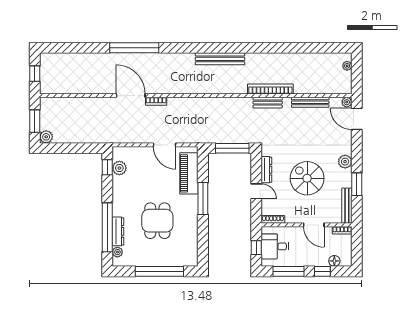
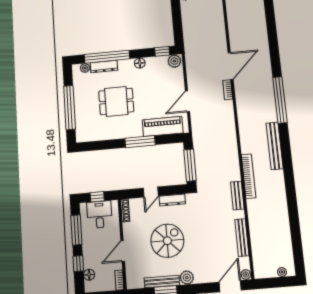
window: (134, 48) -> (280, 100), moved
bookcase: (270, 89) -> (249, 176), moved
plant: (119, 168) -> (174, 61), moved
floor lamp: (118, 192) -> (140, 63), added
bench: (347, 206) -> (162, 281), moved

